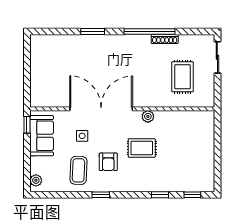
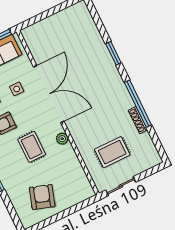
sliding door: (217, 57) -> (121, 186), moved
armchair: (192, 161) -> (42, 197), added
window: (192, 195) -> (12, 212), removed

